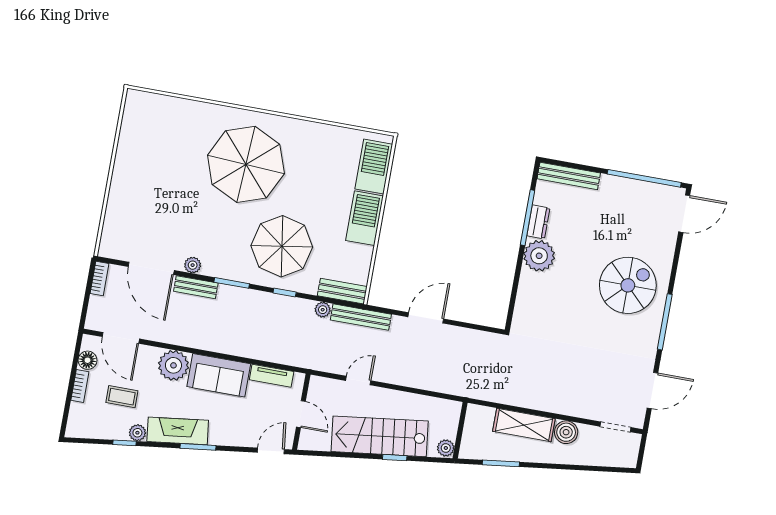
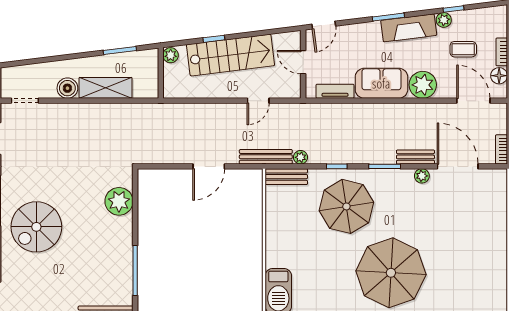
barbecue: (365, 218) -> (278, 244), removed
dresser: (538, 222) -> (125, 268), removed
plant: (539, 256) -> (119, 201), moved

